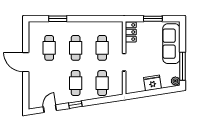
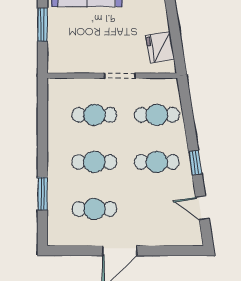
locker: (131, 32) -> (66, 64), removed
fridge: (152, 83) -> (160, 47), moved

